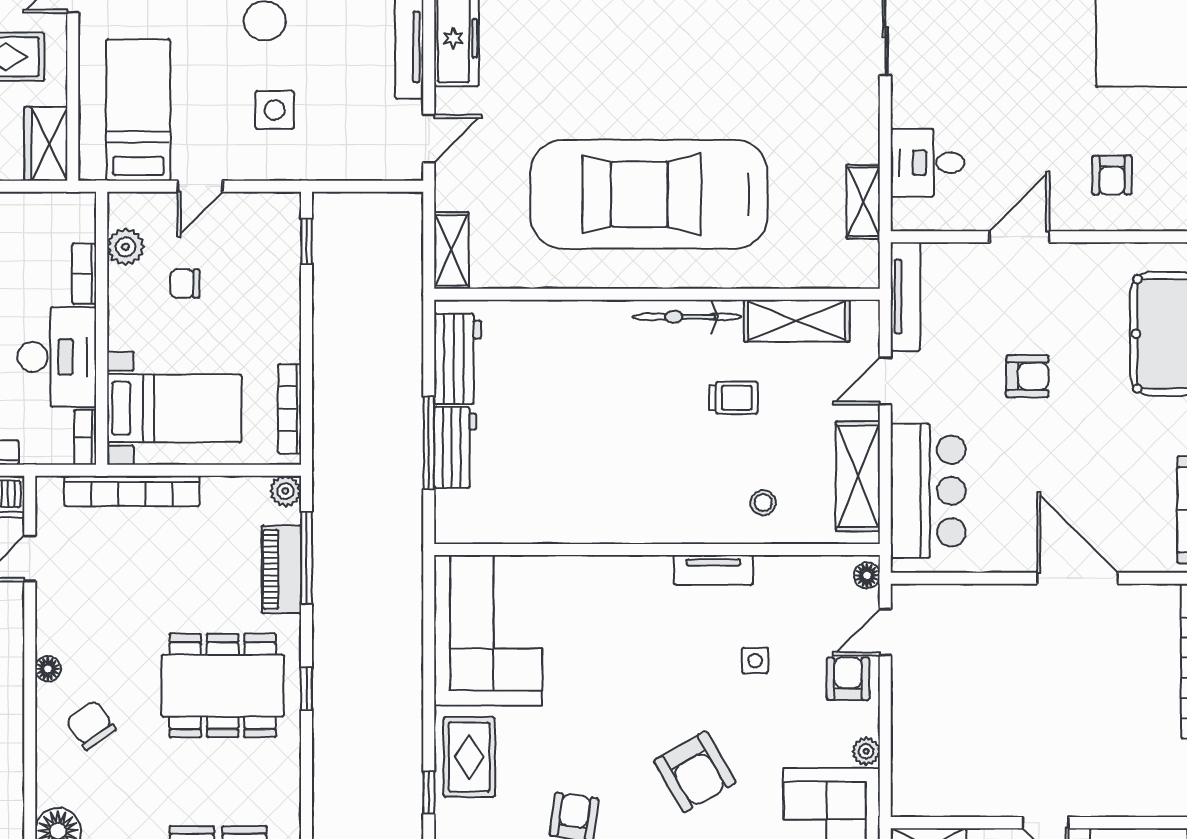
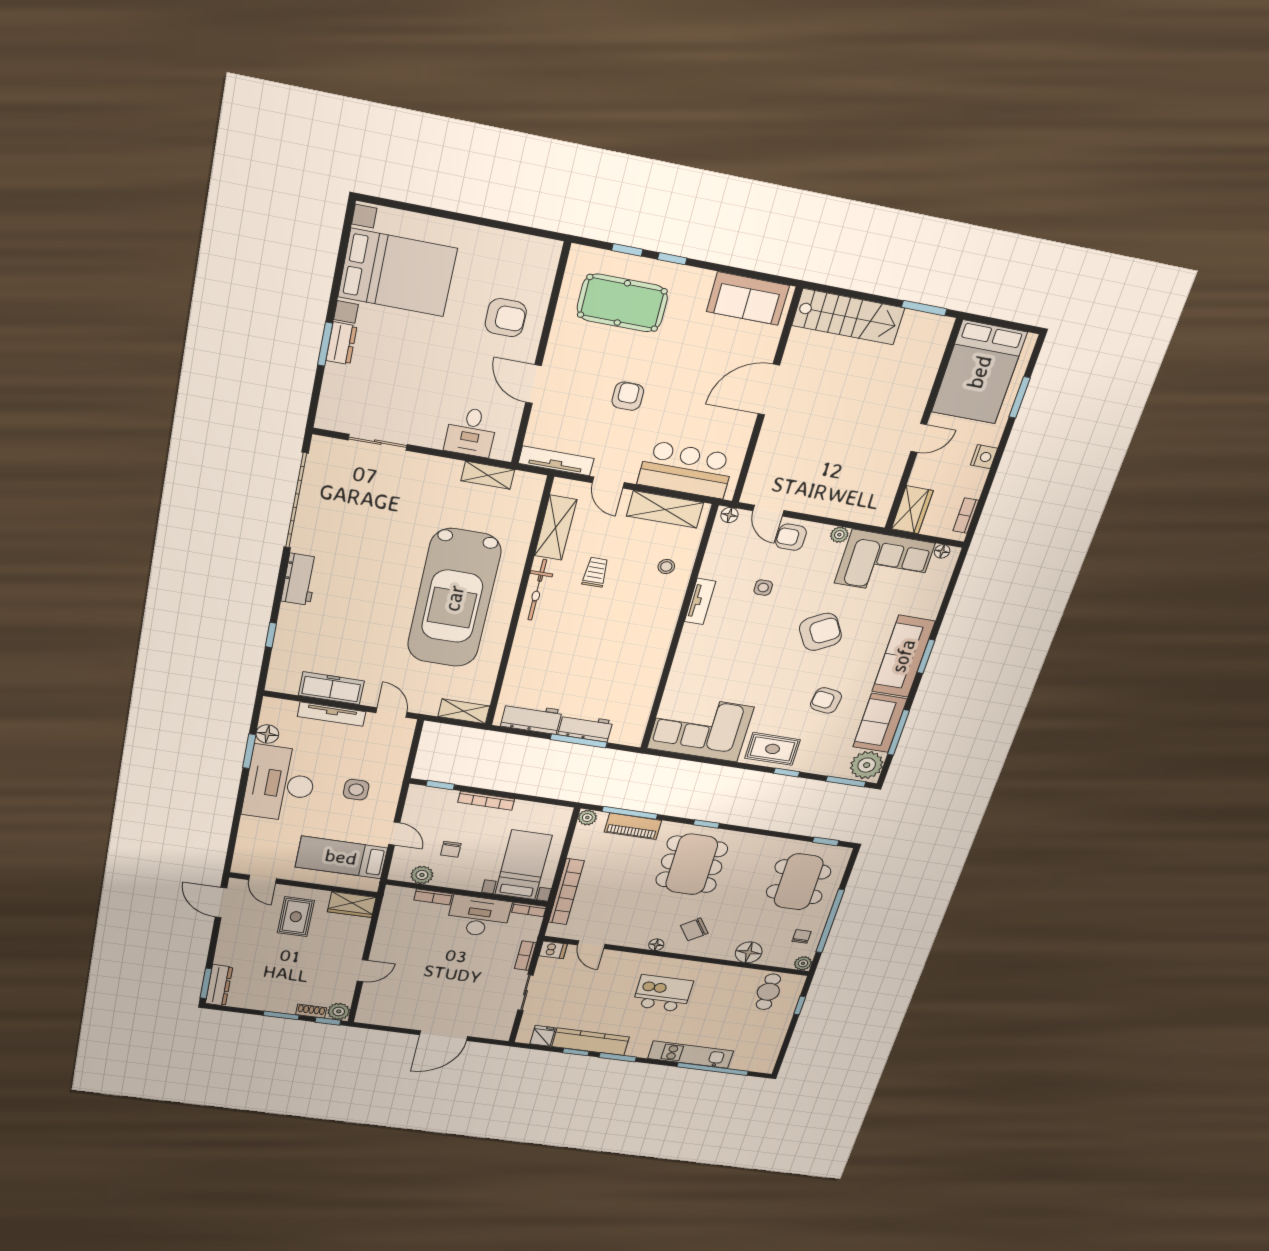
armchair: (1112, 175) -> (506, 318), width x1.38, depth x1.38
bookcase: (290, 409) -> (486, 801), moved

